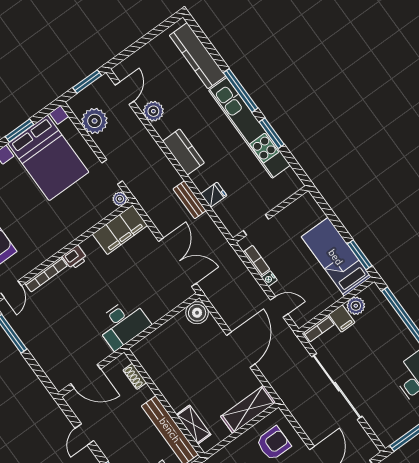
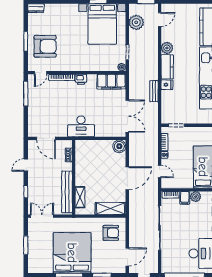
plant: (153, 111) -> (167, 48), moved
fridge: (214, 195) -> (167, 85), moved

